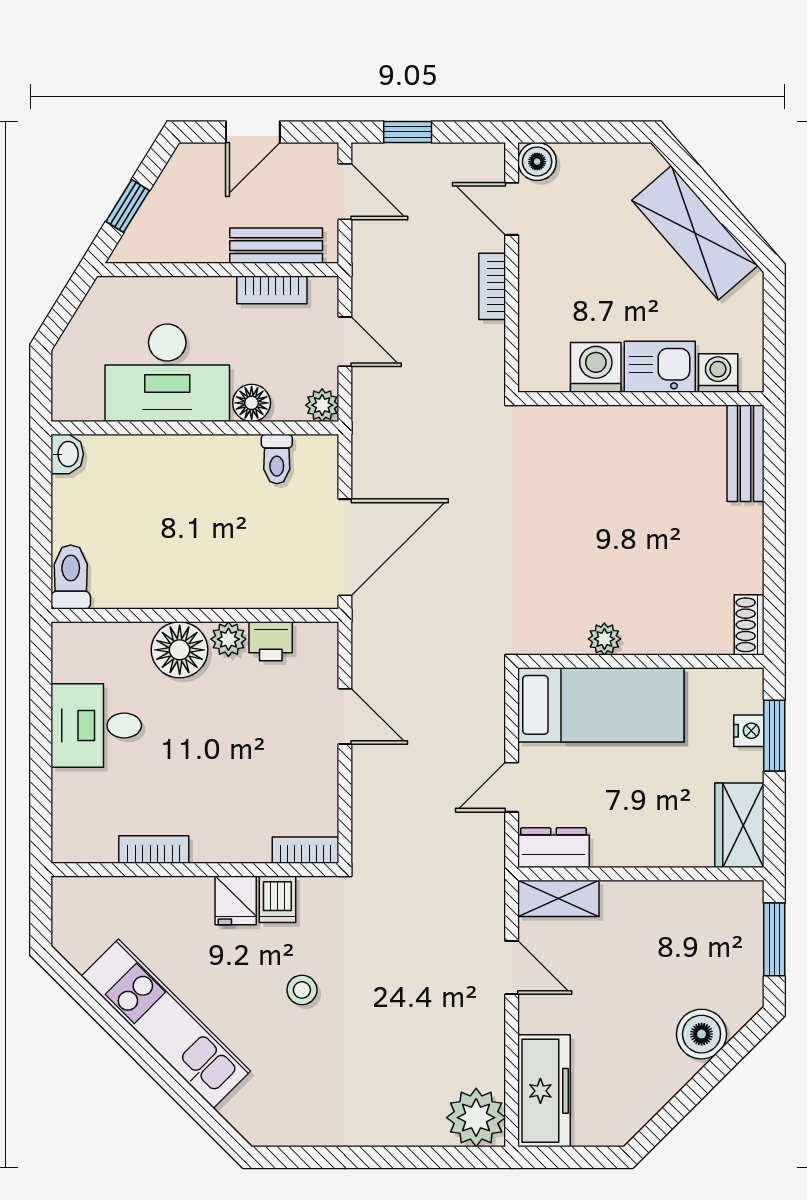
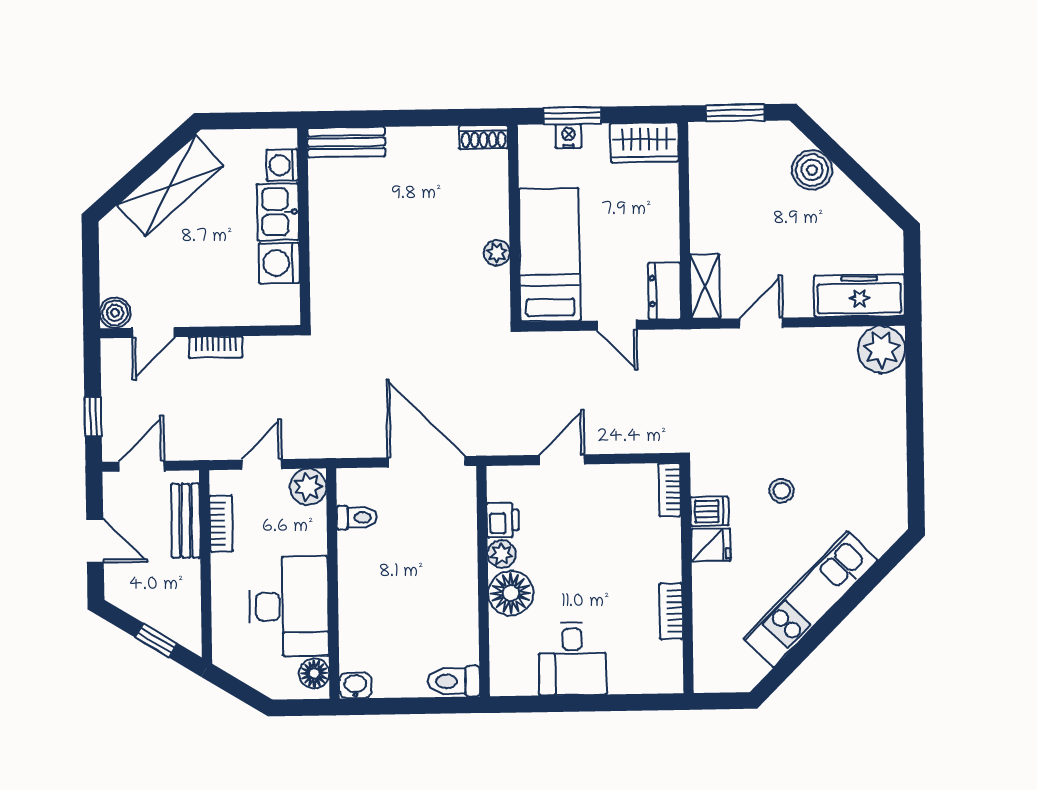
floor lamp: (252, 403) -> (314, 673), moved
plant: (322, 405) -> (308, 487), width x1.38, depth x1.38

